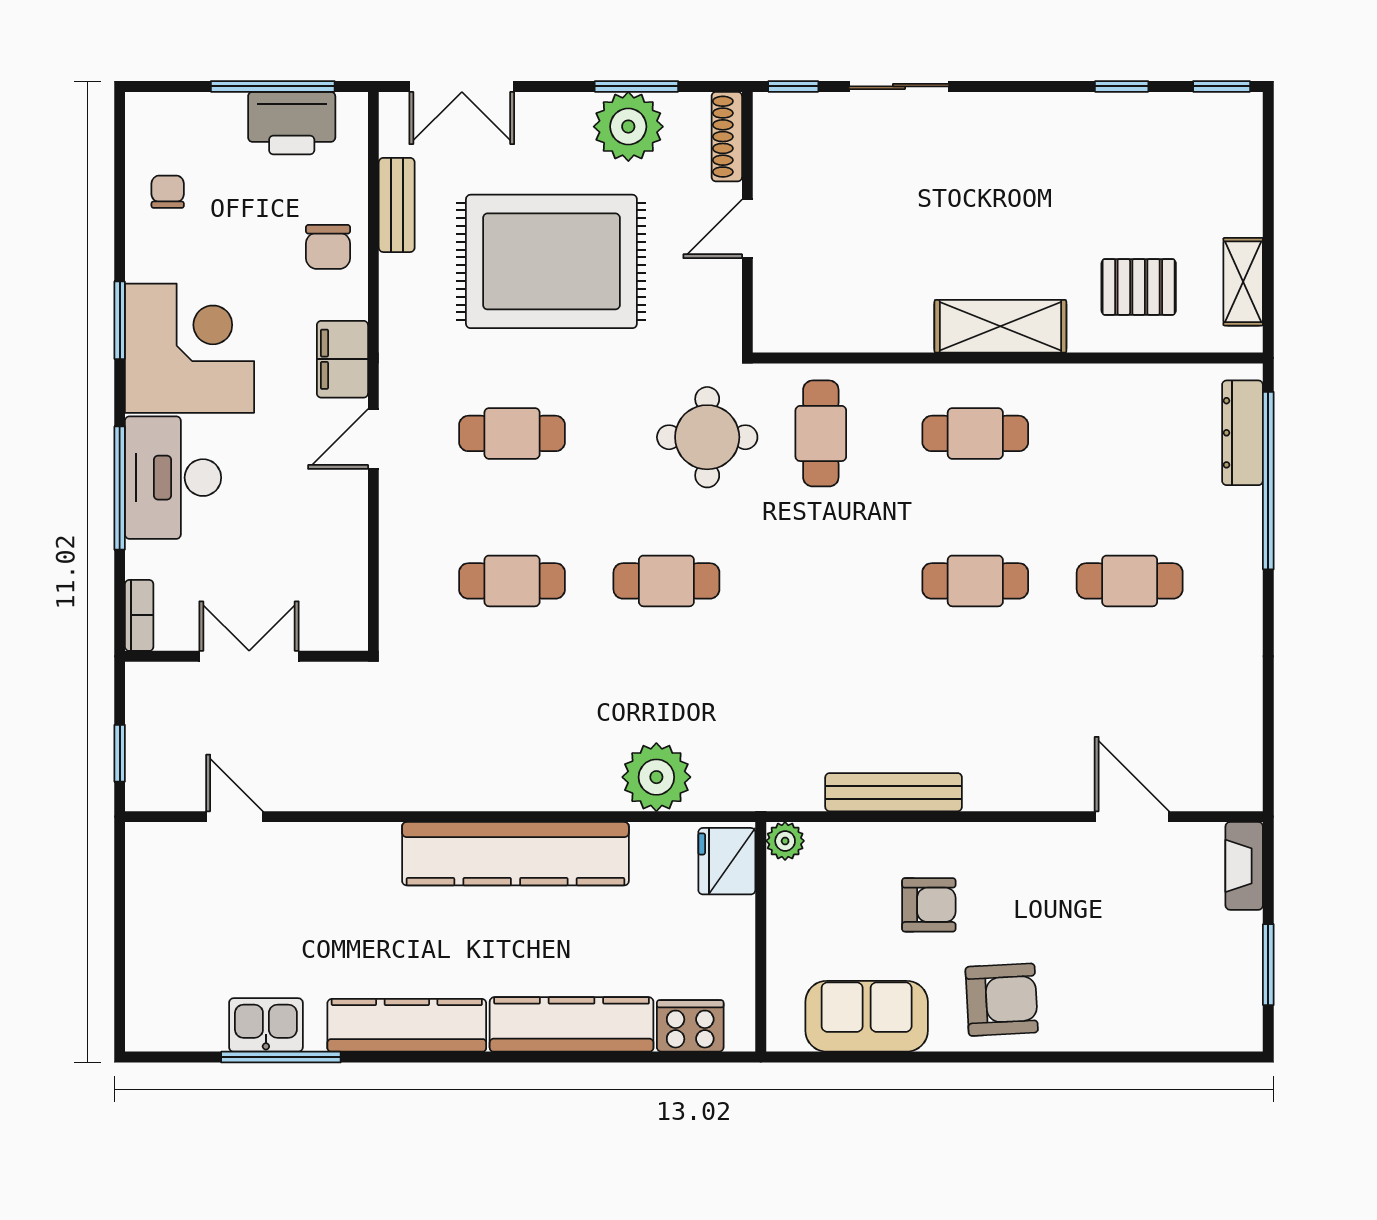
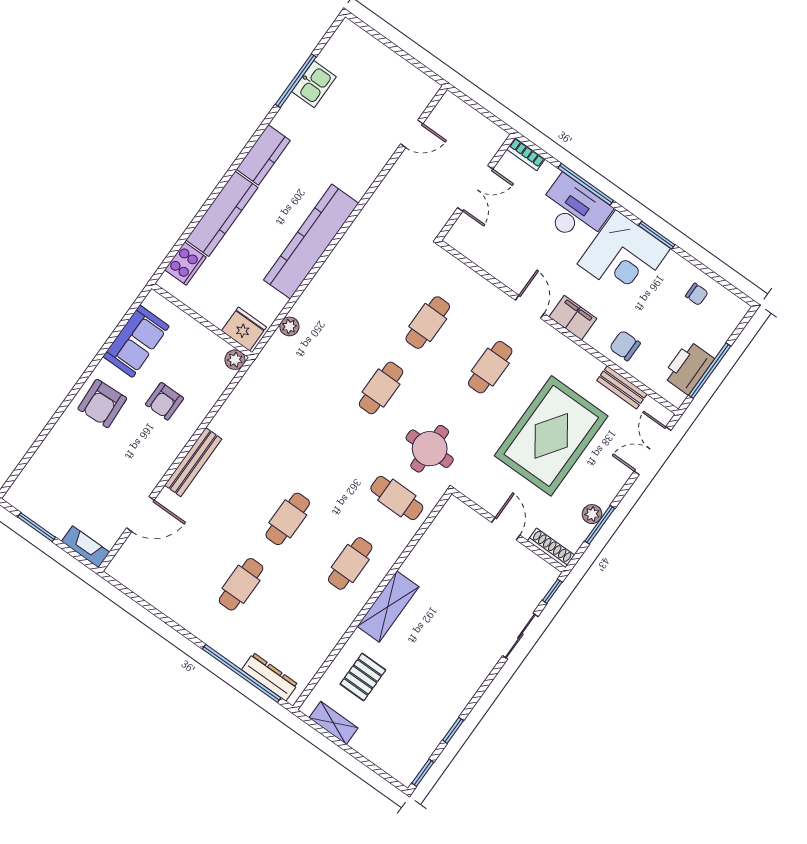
plant: (628, 127) -> (592, 514), width x0.53, depth x0.53
window: (120, 753) -> (473, 104), removed
plant: (656, 777) -> (289, 326), width x0.53, depth x0.53
bench: (894, 792) -> (193, 462), moved
kitchen counter: (407, 1025) -> (263, 155), width x0.67

